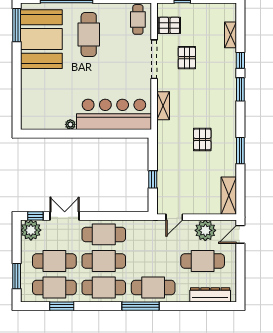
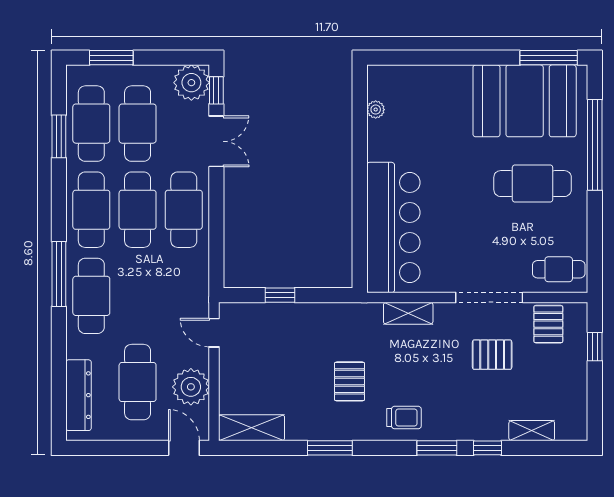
trolley: (223, 108) -> (404, 418), added
plant: (70, 124) -> (376, 110), moved
pallet: (202, 139) -> (350, 381), turned 90

